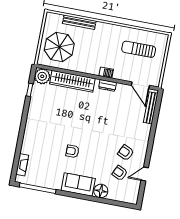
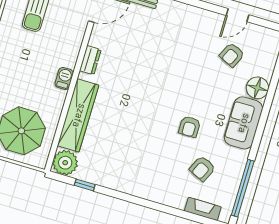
barbecue: (106, 73) -> (64, 78), moved
armchair: (126, 153) -> (202, 169), moved
door: (145, 174) -> (238, 15), hinge flipped

